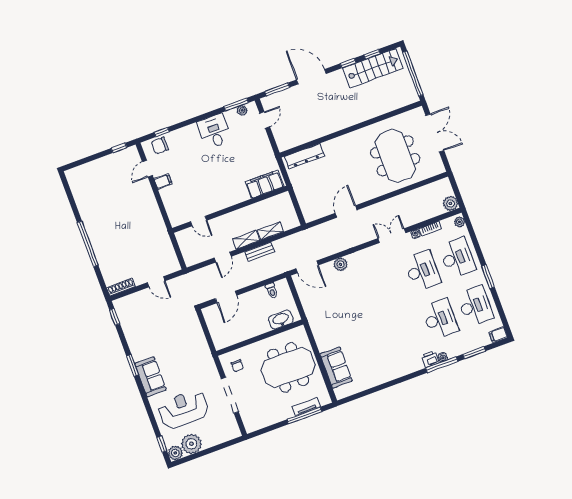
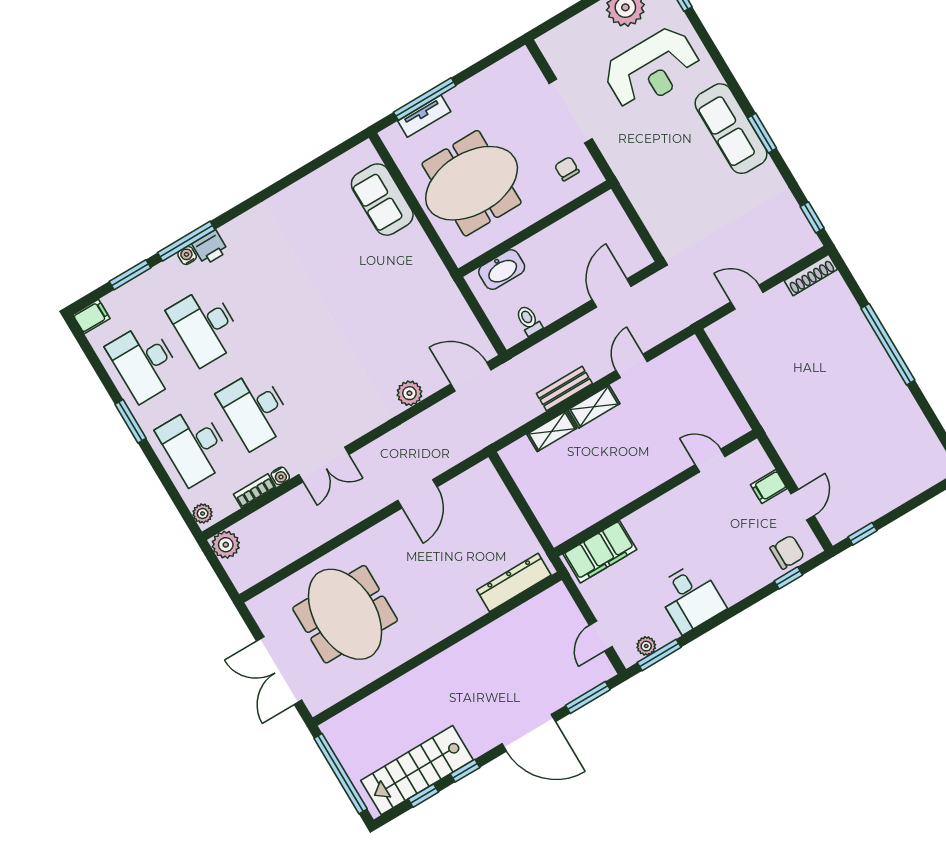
filing cabinet: (265, 184) -> (600, 552), moved
wall: (230, 209) -> (656, 493), moved
door: (199, 221) -> (710, 461), moved
sofa: (150, 377) -> (731, 129), width x1.36

